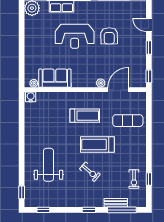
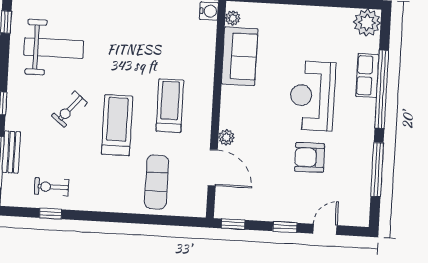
treadmill: (85, 116) -> (170, 106), turned 180
weight bench: (49, 165) -> (54, 48), moved

